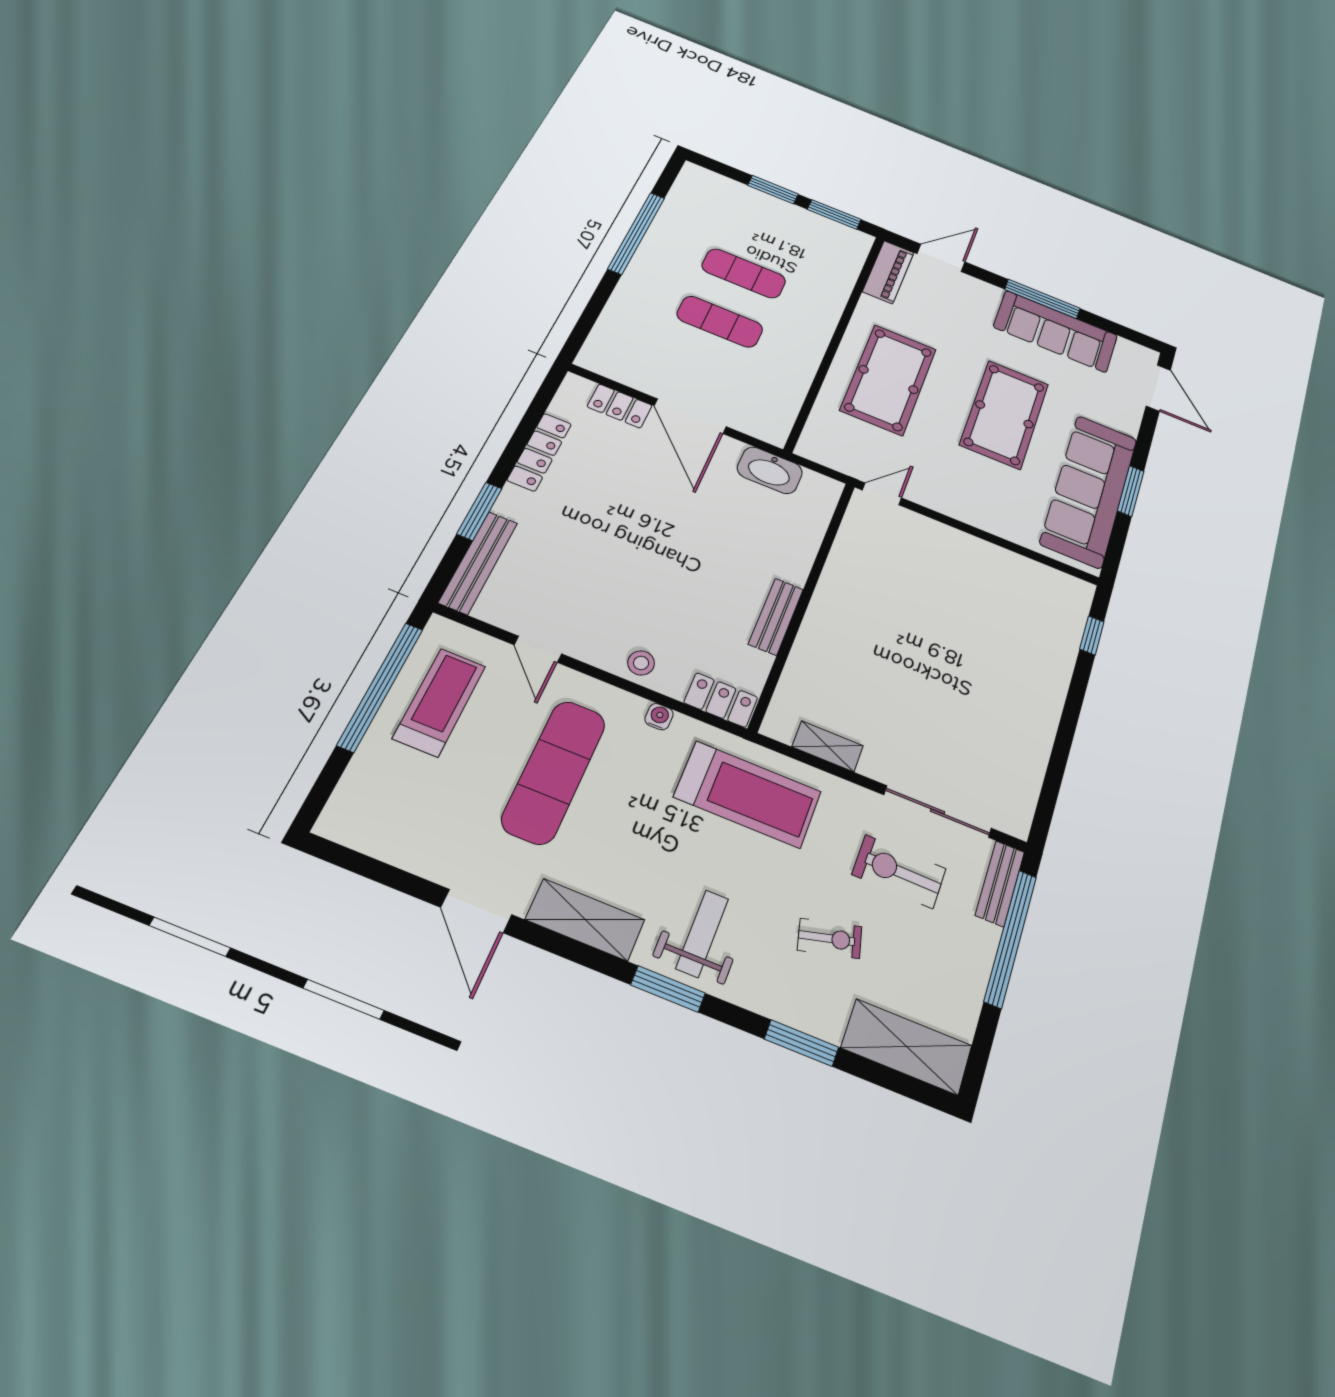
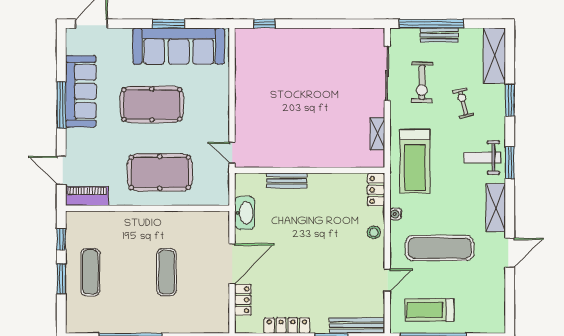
window: (834, 214) -> (61, 239), width x0.67
exercise mat: (744, 273) -> (90, 272), moved
bench: (776, 617) -> (287, 180), moved
treadmill: (748, 794) -> (415, 161), turned 180
bench: (1000, 883) -> (439, 35), moved

